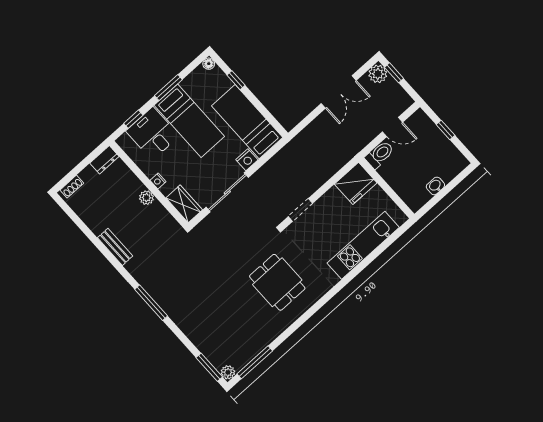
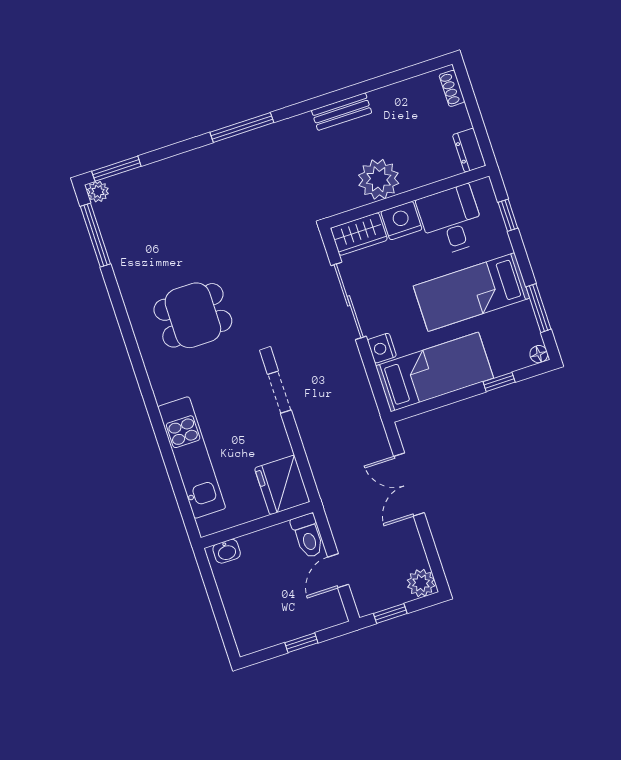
window: (394, 73) -> (390, 613), moved
window: (168, 88) -> (538, 308), moved
double door: (339, 92) -> (409, 484), moved
desk: (153, 134) -> (451, 220), moved, turned -90
nightstand: (158, 181) -> (401, 221), width x1.89, depth x1.79
washbasin: (435, 186) -> (227, 551), moved, turned 90
plant: (146, 198) -> (379, 179), width x1.88, depth x1.88

